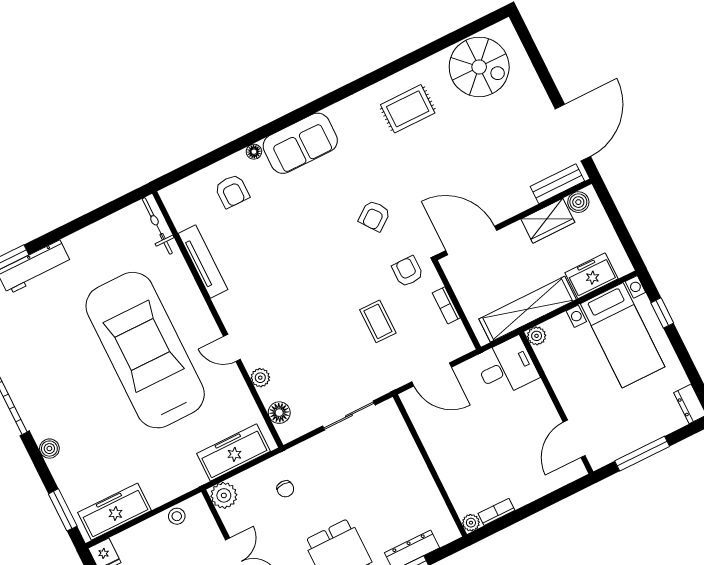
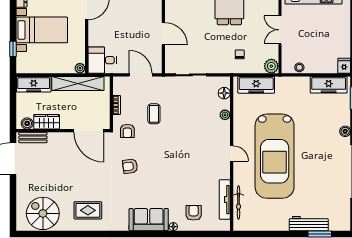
armchair: (374, 216) -> (130, 166), turned -151
bicycle: (157, 226) -> (239, 203), moved
tv unit: (203, 261) -> (225, 200), moved
freezer: (591, 276) -> (34, 84), width x1.40
bed with nightstands: (623, 335) -> (42, 30), moved, turned 90
door: (232, 348) -> (232, 153), moved
door: (427, 461) -> (163, 34), added

